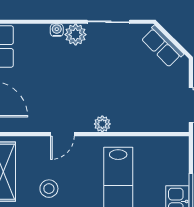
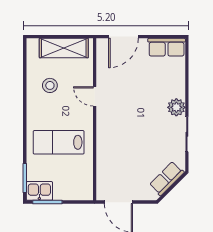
water cooler: (57, 30) -> (180, 92), removed
plant: (102, 124) -> (103, 129), removed

